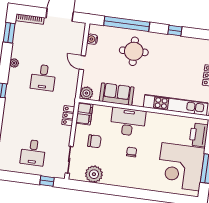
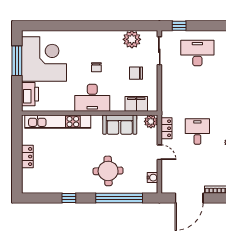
filing cabinet: (84, 114) -> (136, 104), moved, turned 90
locker: (68, 116) -> (166, 128), moved
desk: (128, 122) -> (92, 98), moved
desk: (33, 153) -> (197, 53), width x1.37

